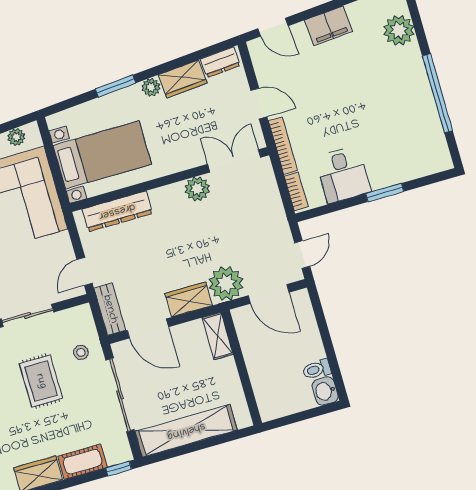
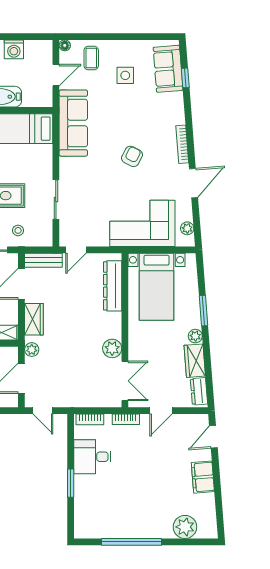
bookcase: (283, 145) -> (126, 419), width x0.64
door: (85, 271) -> (76, 250), swing flipped
plant: (226, 284) -> (32, 350), width x0.53, depth x0.53

